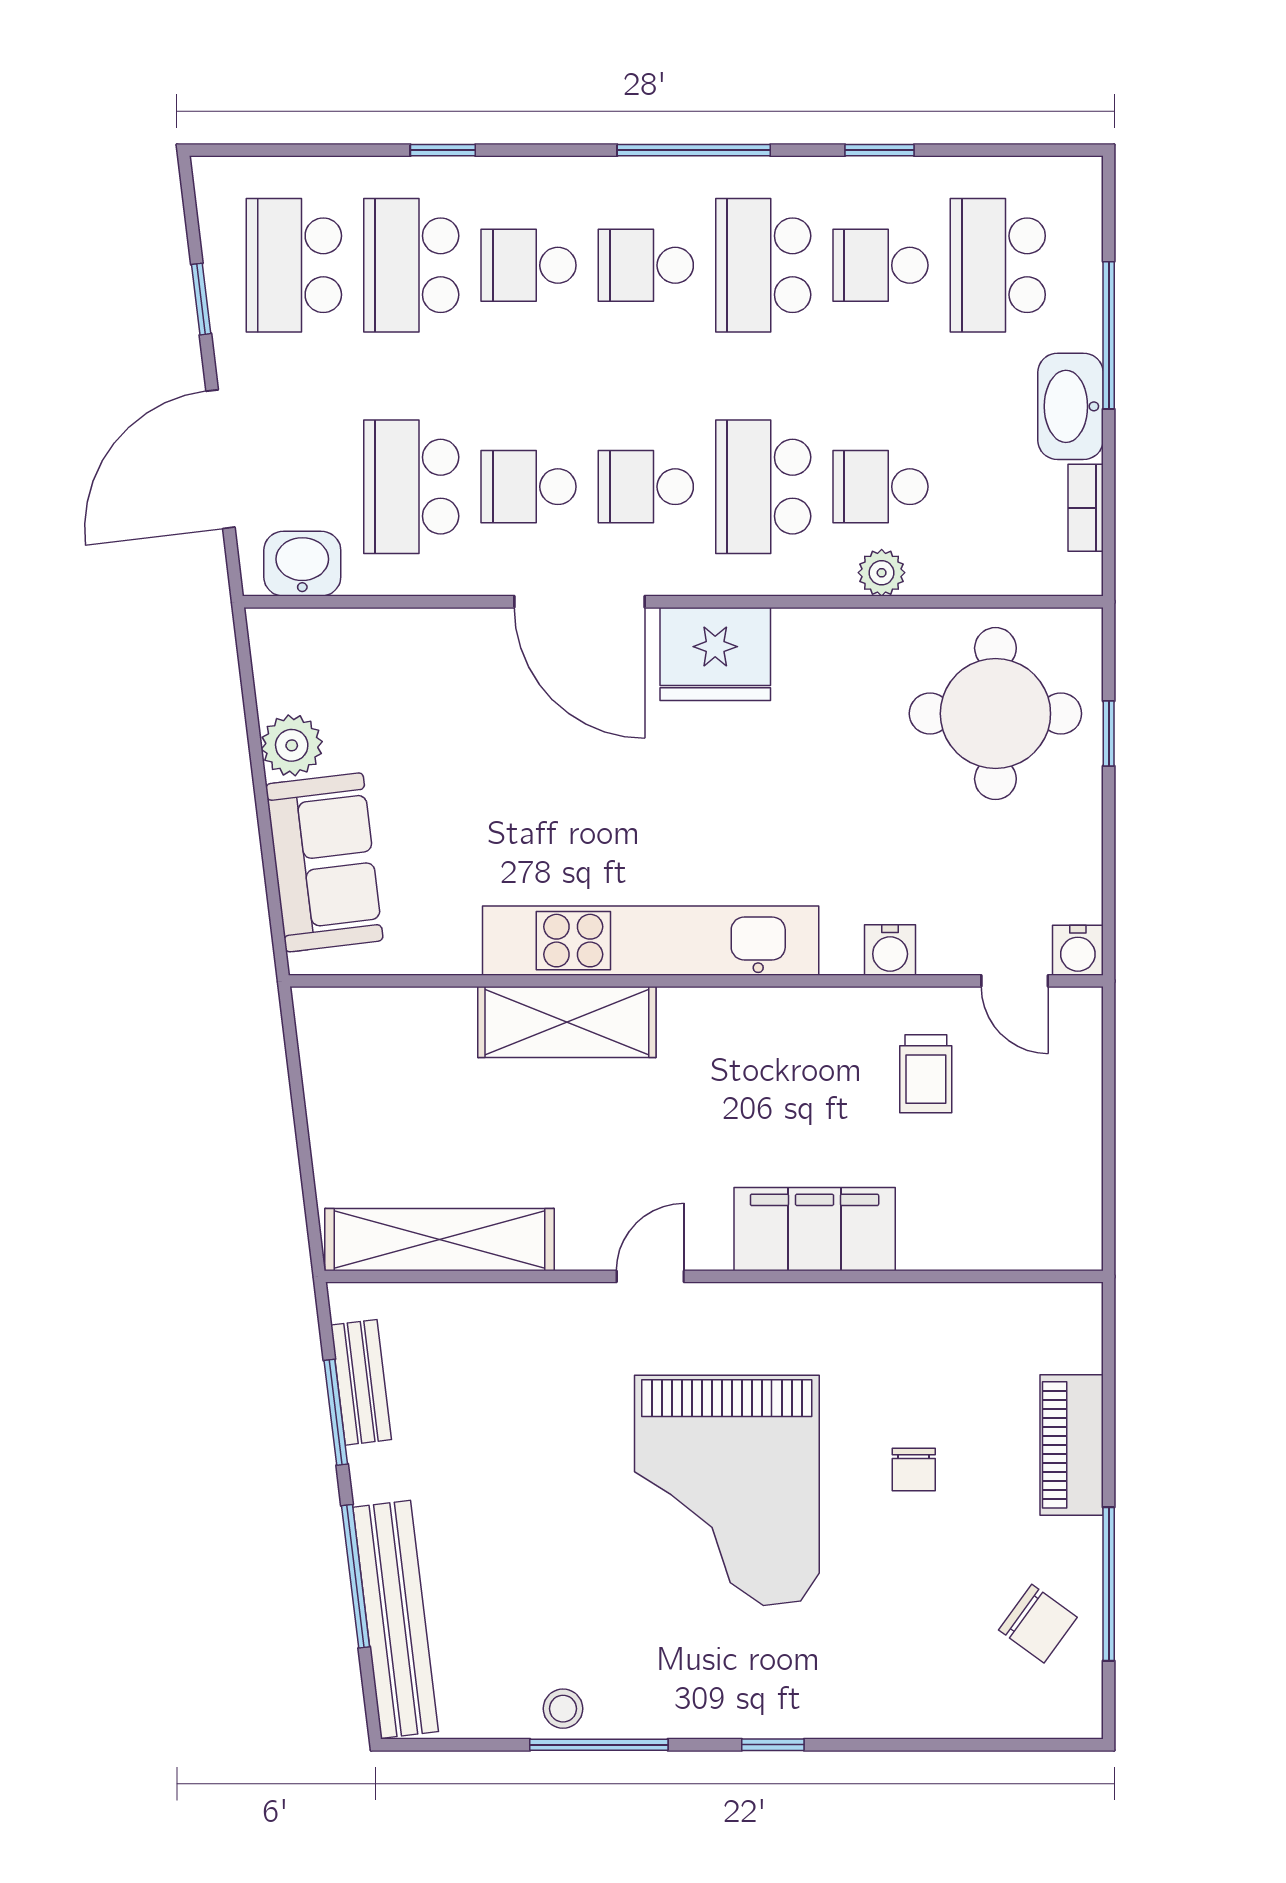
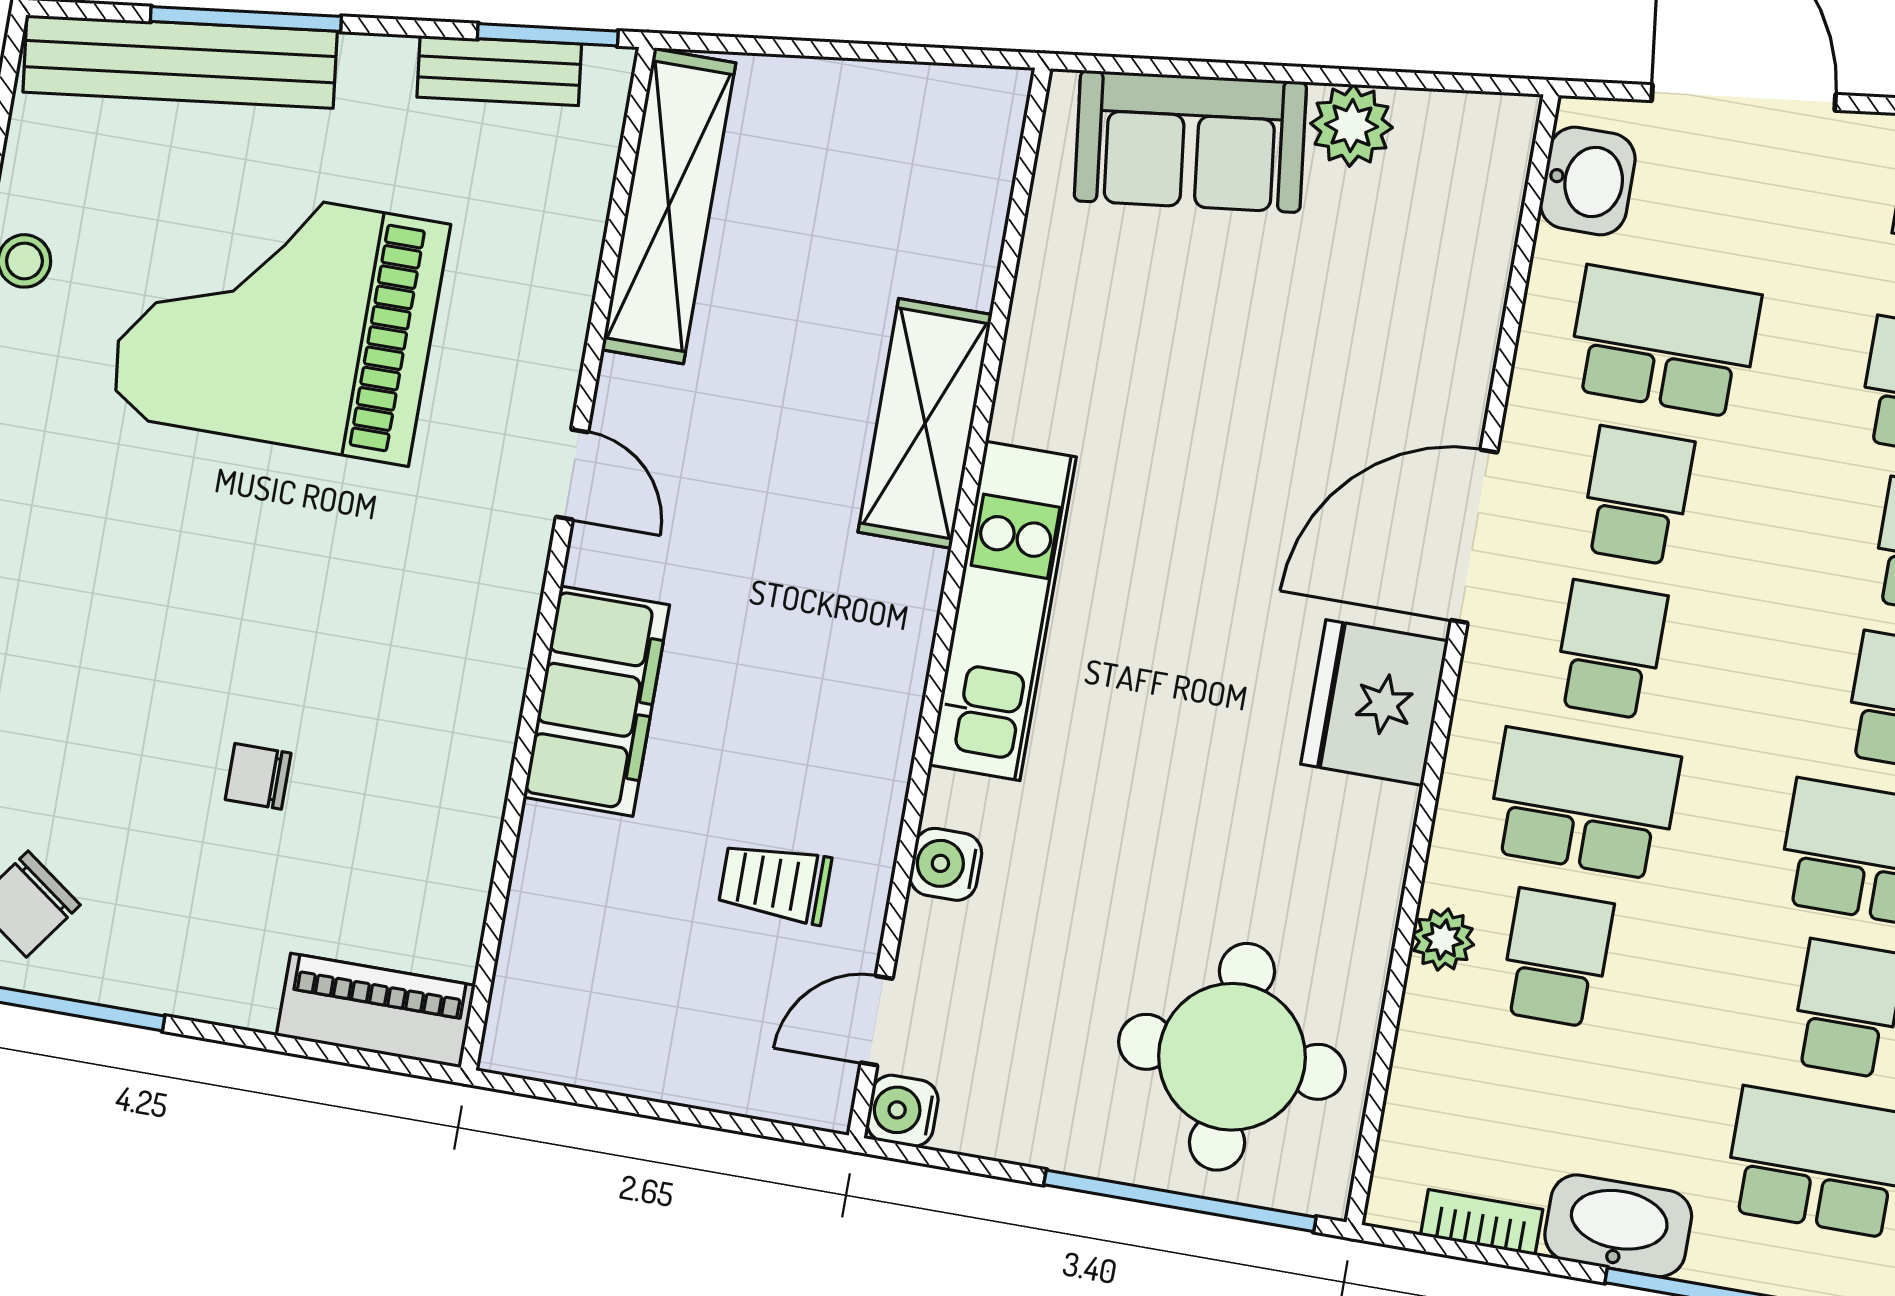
window: (1109, 733) -> (1180, 1201), width x3.17
kitchen unit: (651, 941) -> (1003, 611), width x0.73
window: (336, 1412) -> (548, 35), moved
piano: (1072, 1445) -> (376, 1010), moved
grand piano: (727, 1490) -> (278, 319), moved

